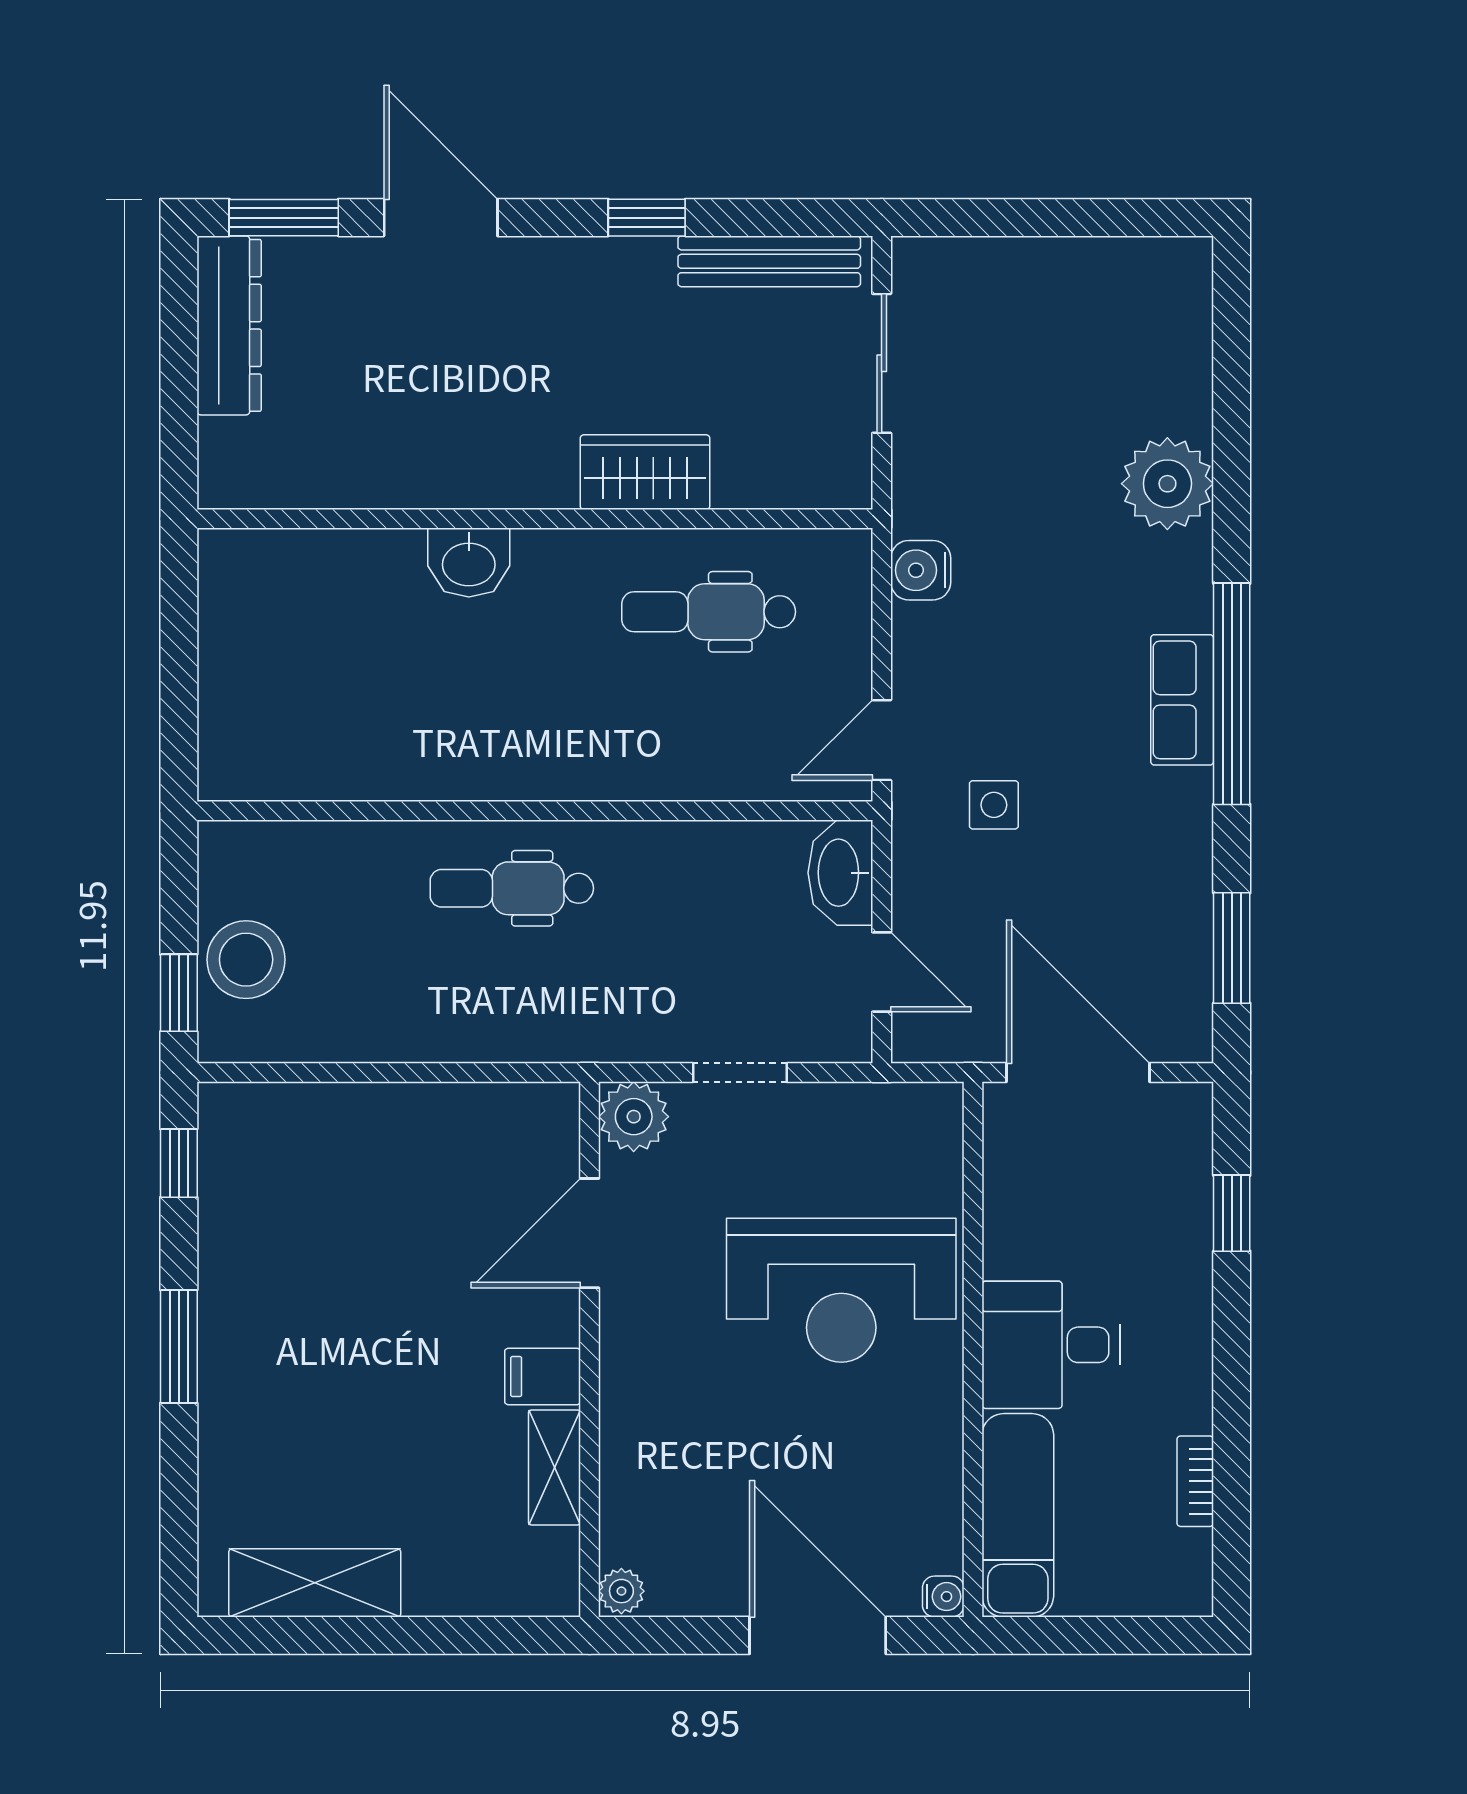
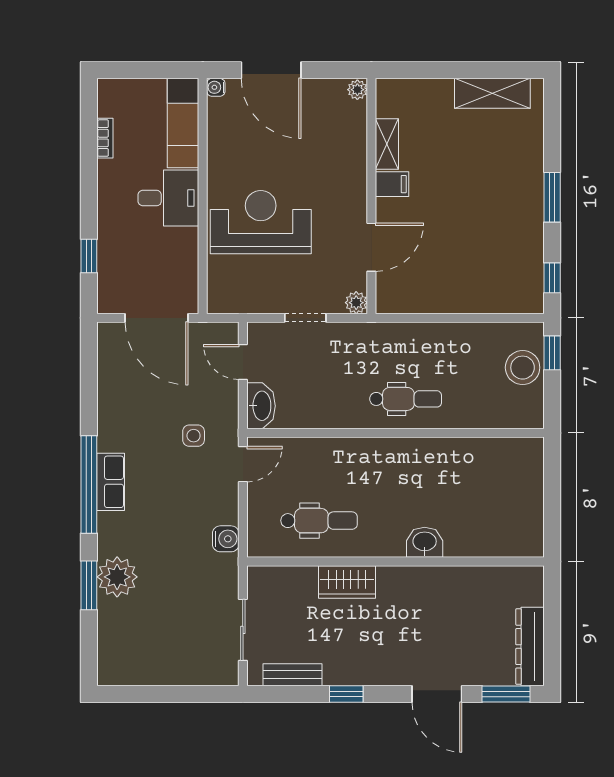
bench: (769, 261) -> (292, 675), width x0.73
window: (1232, 948) -> (89, 585), moved
plant: (634, 1117) -> (356, 303), width x0.73, depth x0.73

